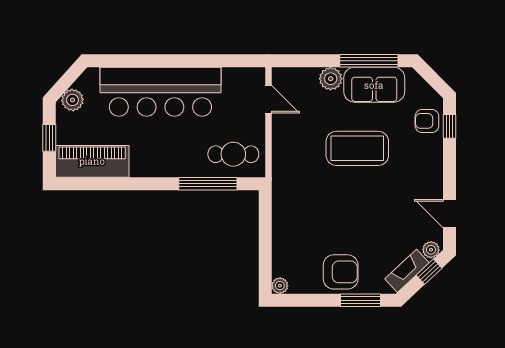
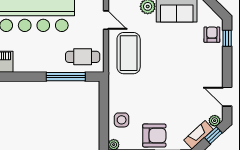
armchair: (427, 121) -> (212, 35), turned 90
coffee table: (357, 148) -> (129, 53), moved, turned 90
side table: (292, 249) -> (122, 120), added

